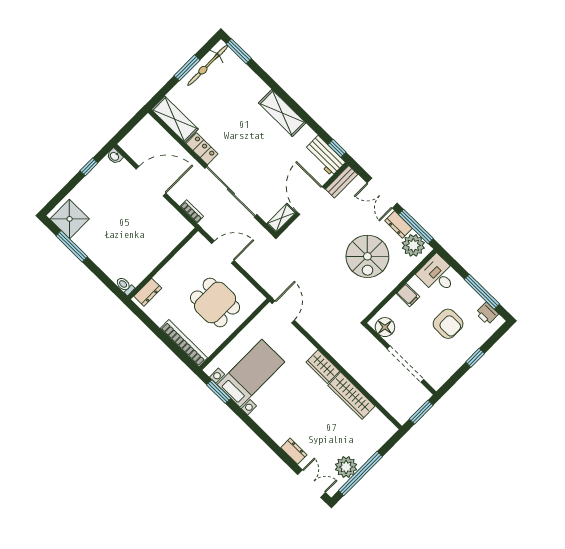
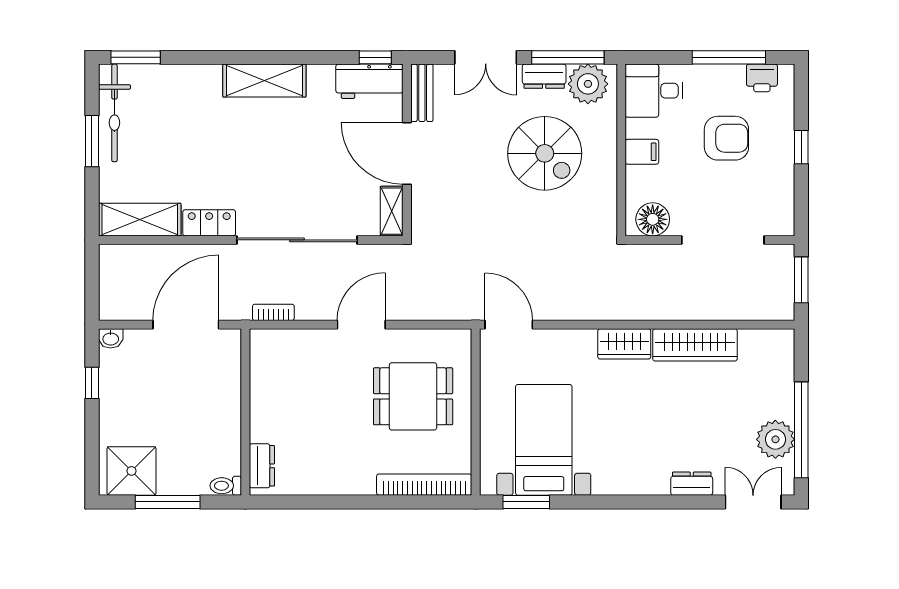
wall: (163, 263) -> (245, 412), moved
toilet: (125, 286) -> (226, 486), moved
dresser: (148, 292) -> (262, 466), moved

